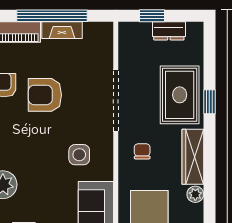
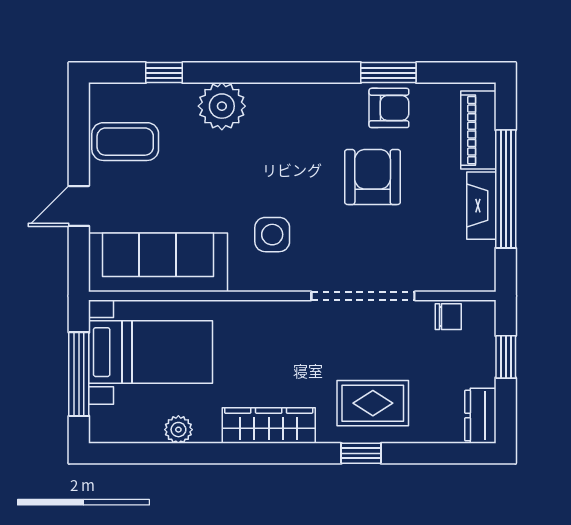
dresser: (169, 31) -> (480, 416), moved
rug: (180, 95) -> (373, 403), width x0.73, depth x0.70
chair: (142, 151) -> (448, 317), moved
plant: (195, 194) -> (178, 430), moved

